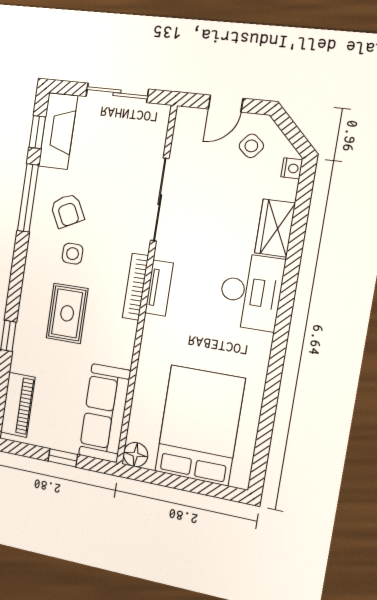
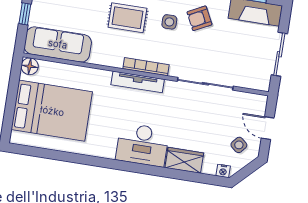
tv unit: (159, 288) -> (138, 82), width x1.41

